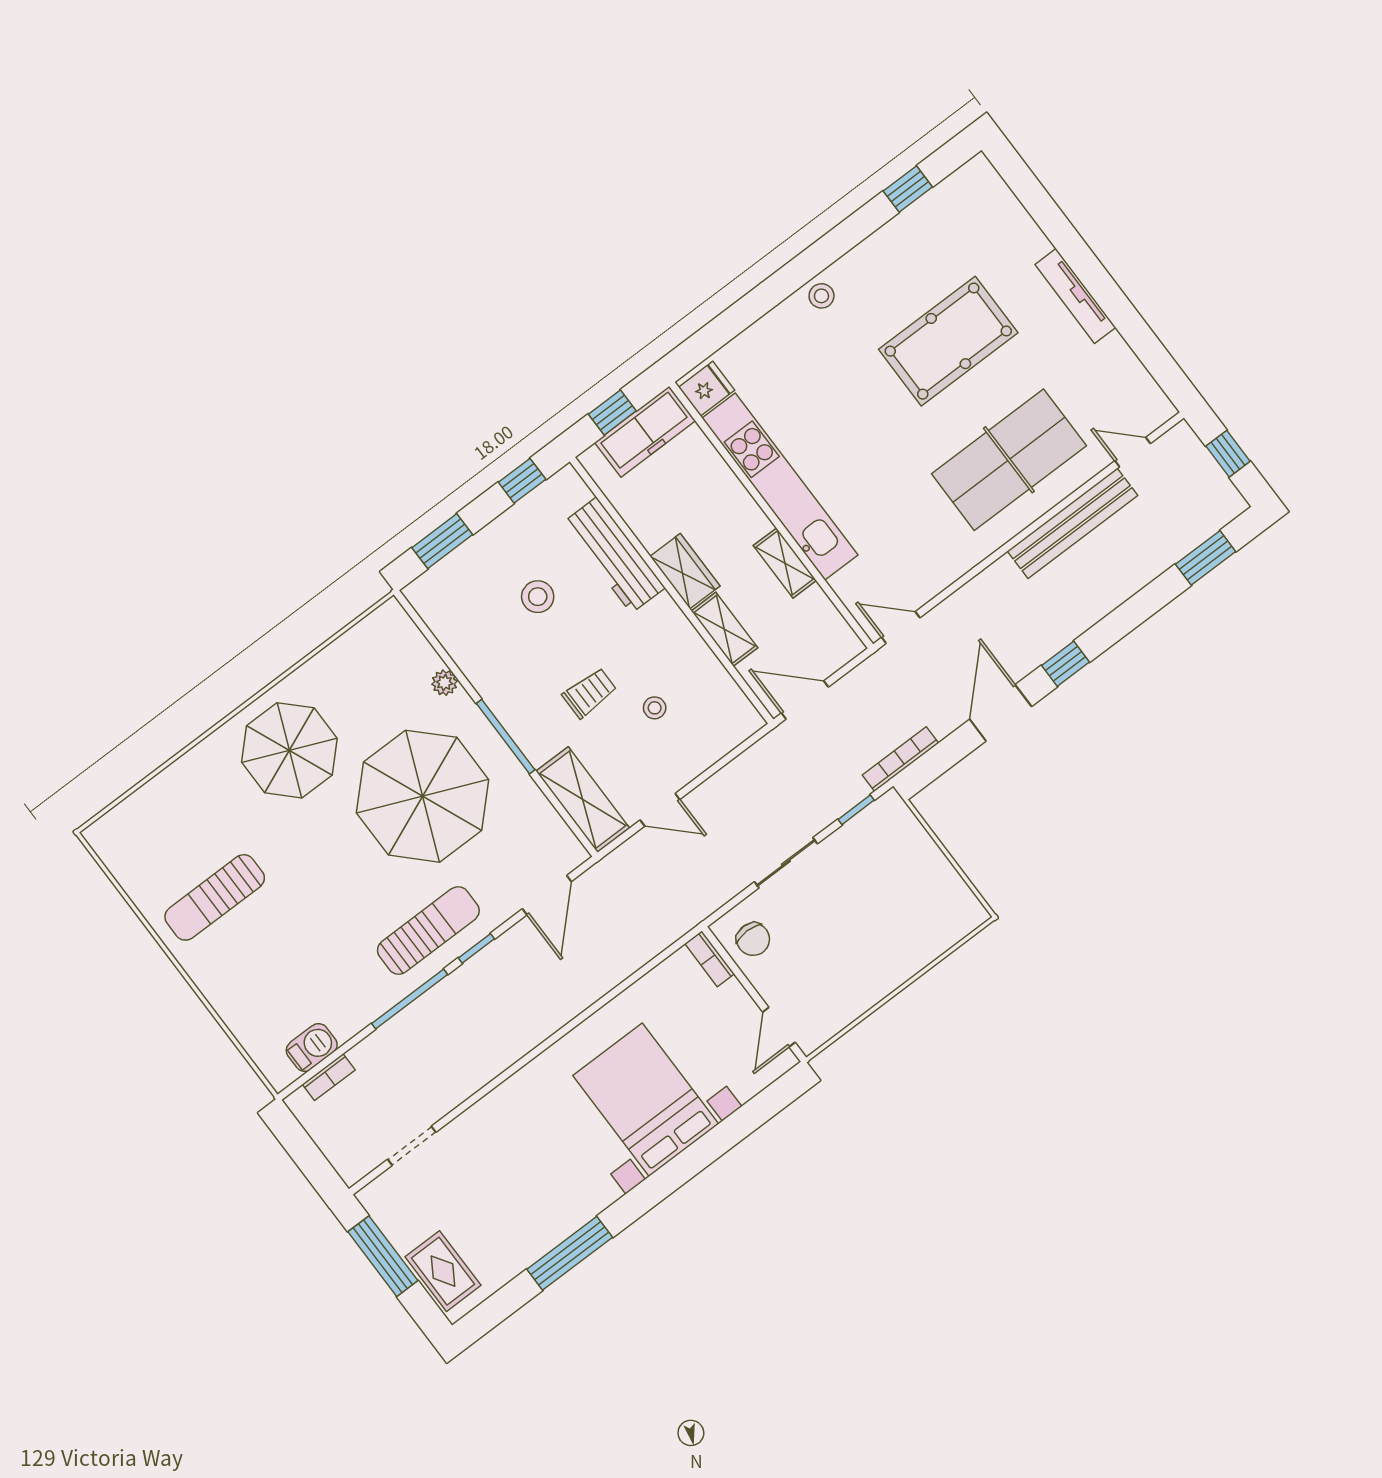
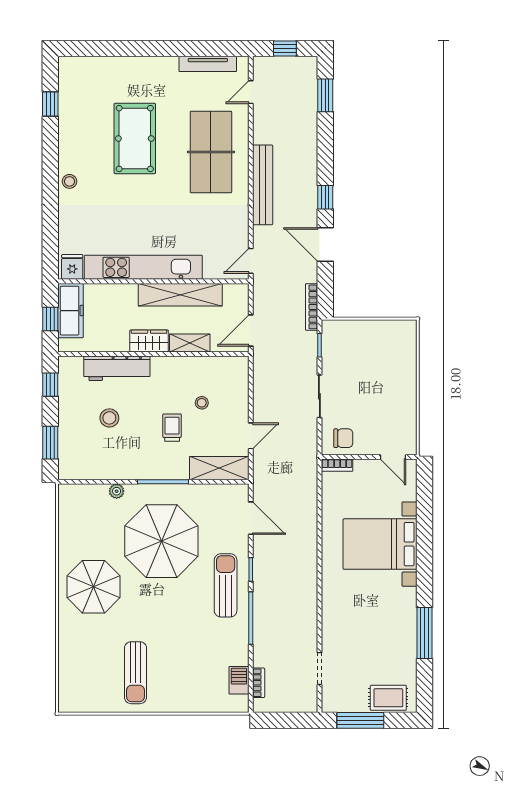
tv unit: (1075, 296) -> (208, 64), moved
bench: (1072, 523) -> (263, 185), moved
shelving: (785, 563) -> (180, 295), width x2.20, depth x1.33

